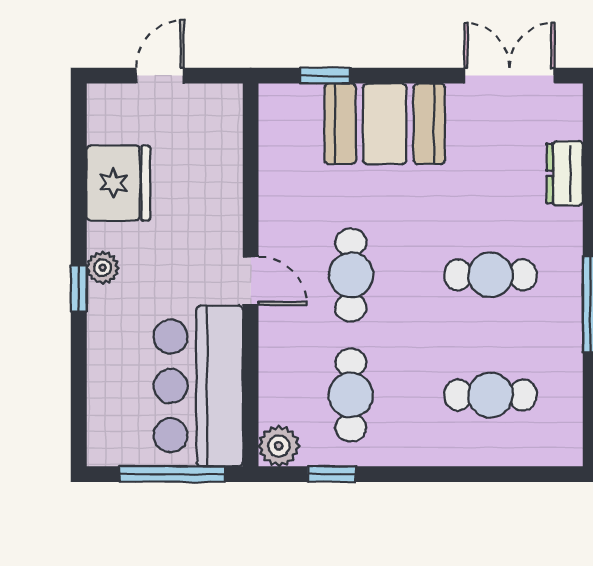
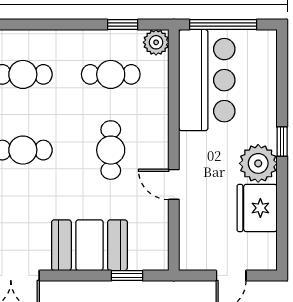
plant: (103, 268) -> (258, 163), width x1.88, depth x1.88
door: (251, 281) -> (174, 184), moved
cafe table: (351, 395) -> (111, 74), turned 90

